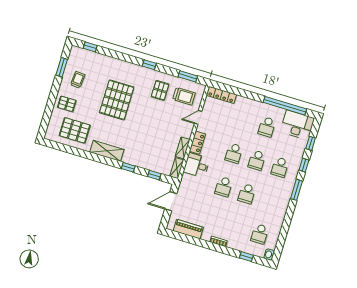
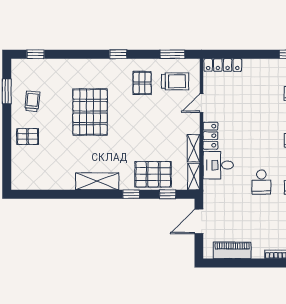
pallet: (75, 130) -> (153, 174), moved
school desk: (234, 153) -> (261, 135), removed

